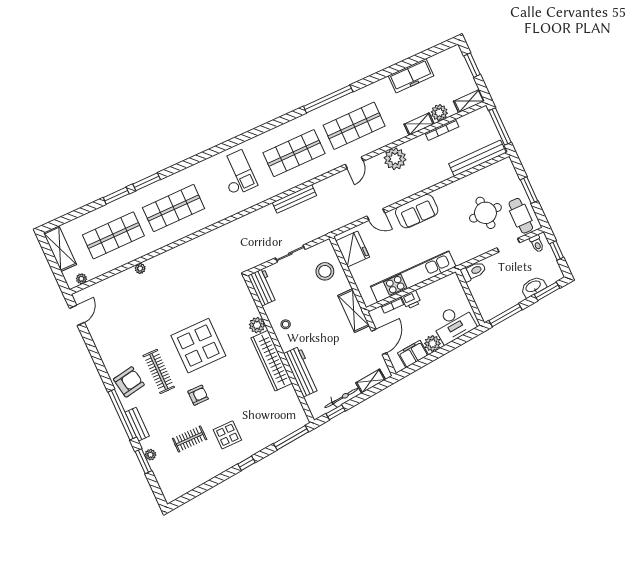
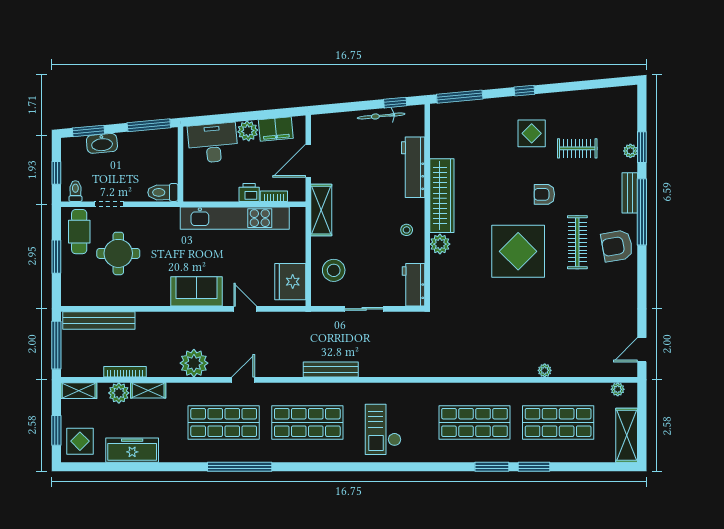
display table: (451, 65) -> (80, 441), added
shelving: (371, 381) -> (339, 120), removed

